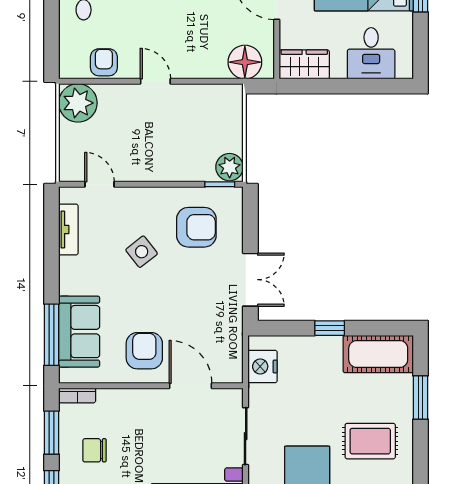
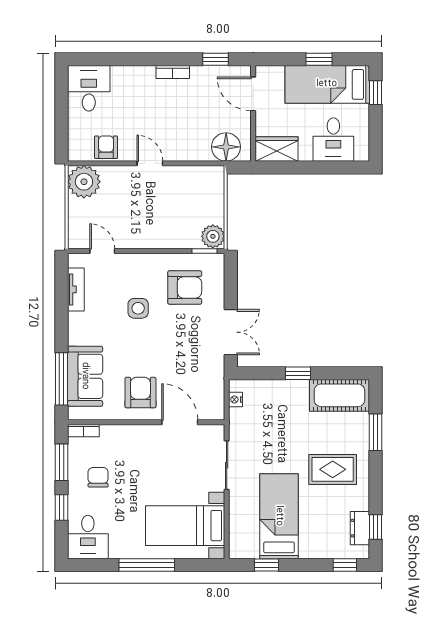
side table: (142, 252) -> (138, 308), turned 38
nightstand: (263, 366) -> (236, 399), width x0.53, depth x0.56
chair: (94, 450) -> (98, 477), turned 90

